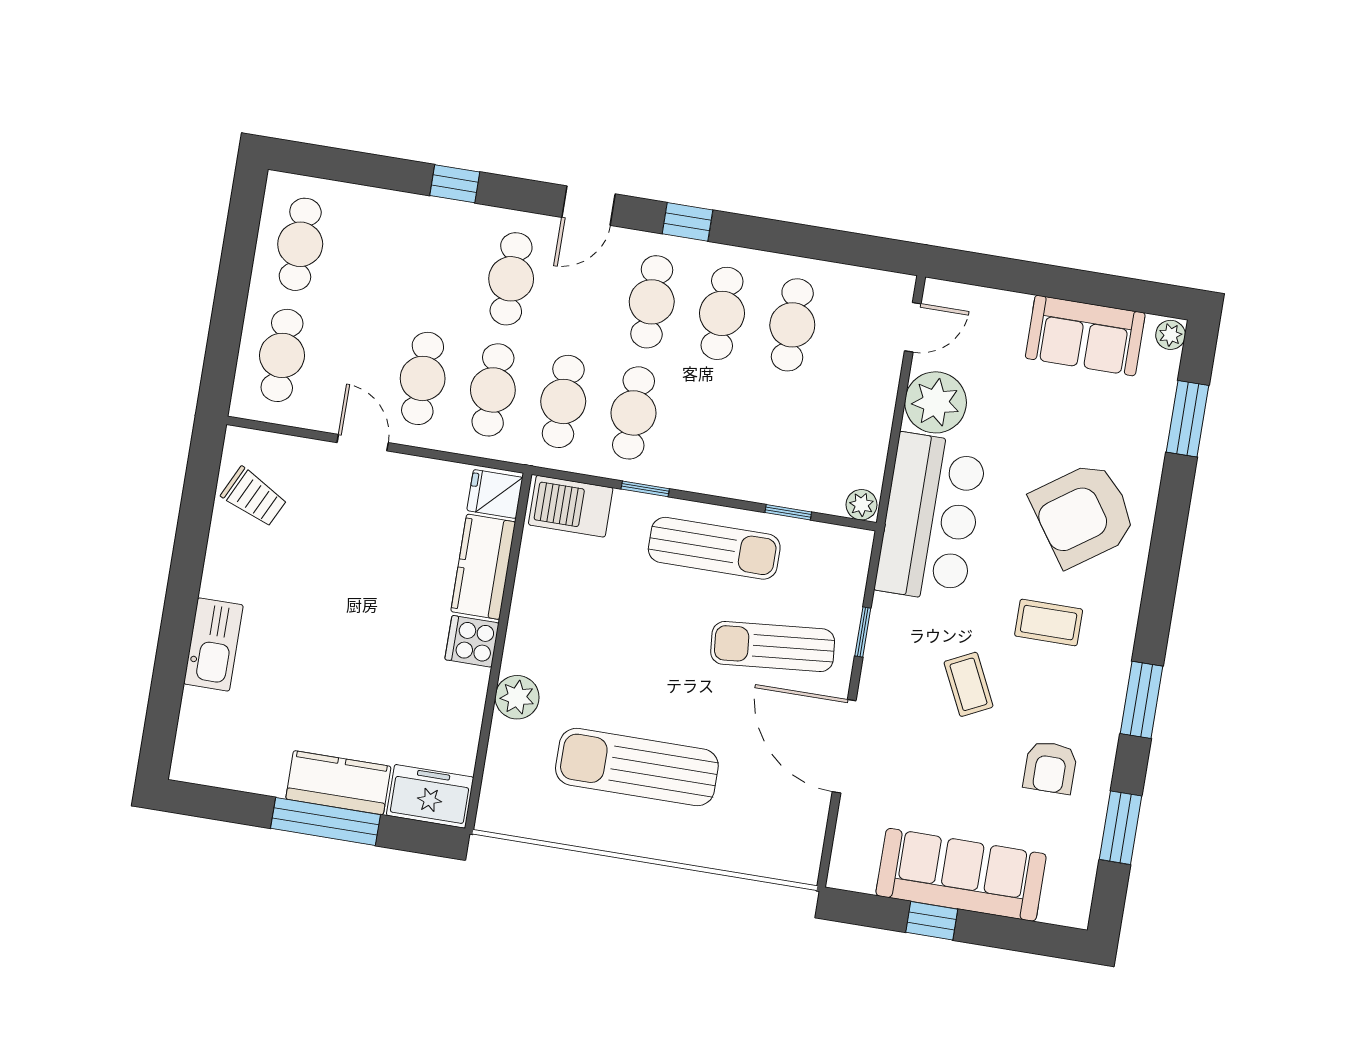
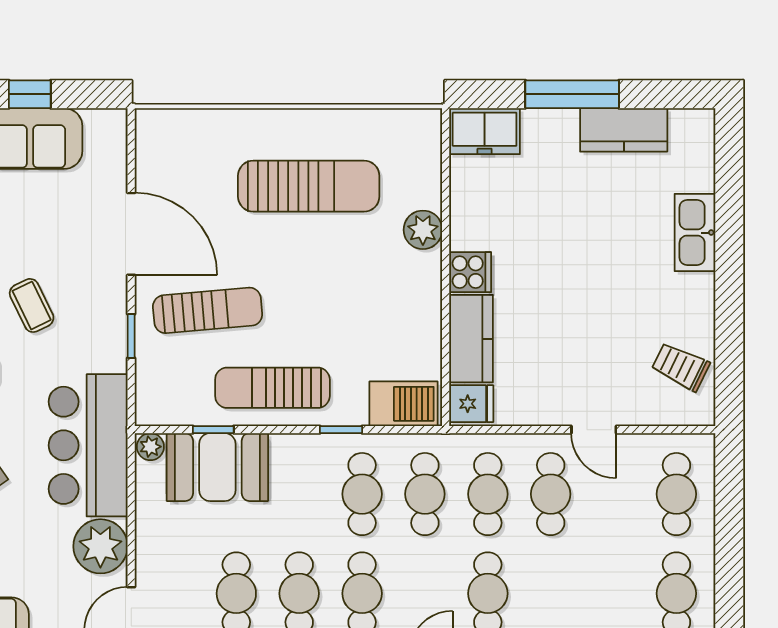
booth: (790, 470) -> (217, 467), added
kitchen counter: (338, 783) -> (624, 130), moved

